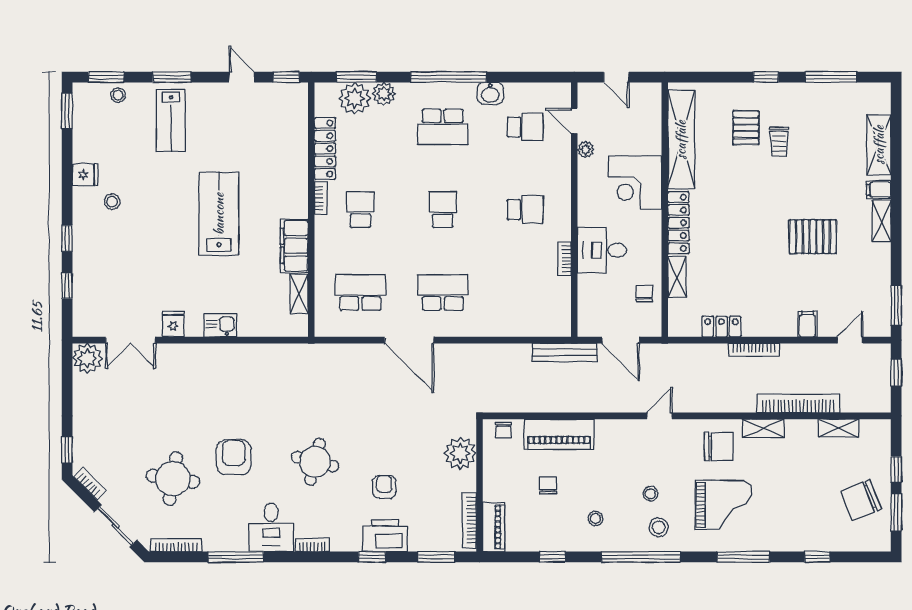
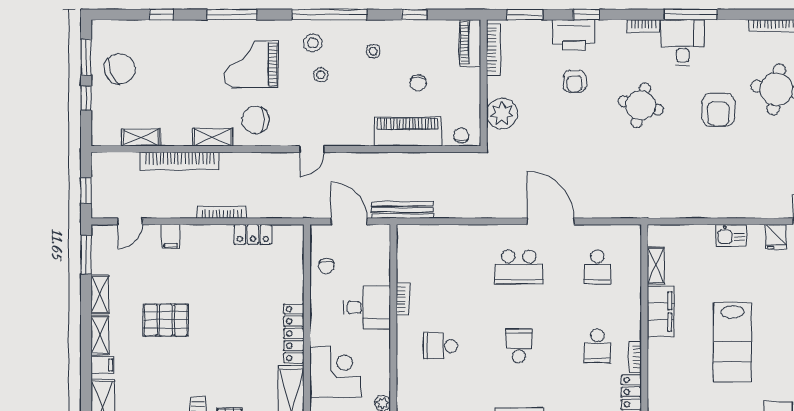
school desk: (443, 210) -> (519, 346), turned 180
shelving: (677, 277) -> (100, 294), moved
school desk: (360, 292) -> (597, 267), width x0.54
window: (236, 557) -> (691, 15), moved

